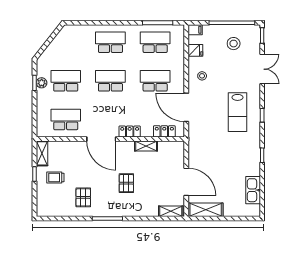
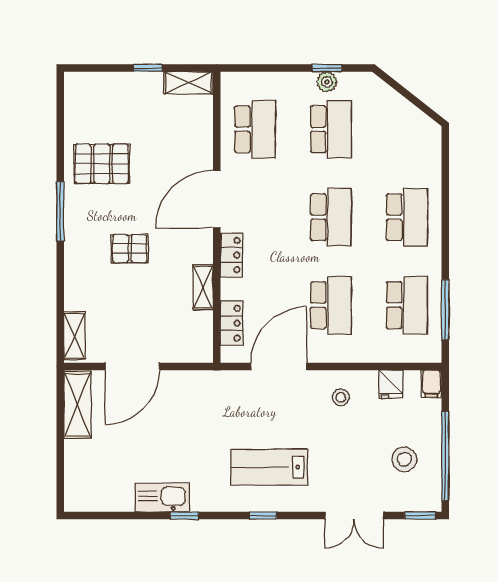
trolley: (55, 177) -> (141, 109), removed
kitchen sink: (253, 190) -> (162, 498), moved
pallet: (83, 197) -> (102, 164), width x1.50, depth x1.42

